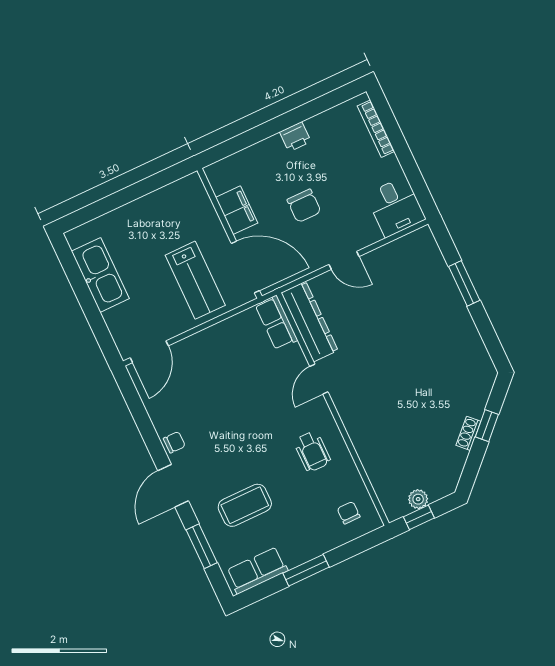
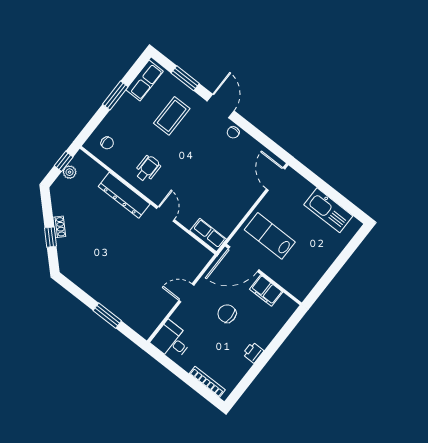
dresser: (310, 322) -> (124, 195), moved
wheelchair: (312, 451) -> (148, 169), turned 90

